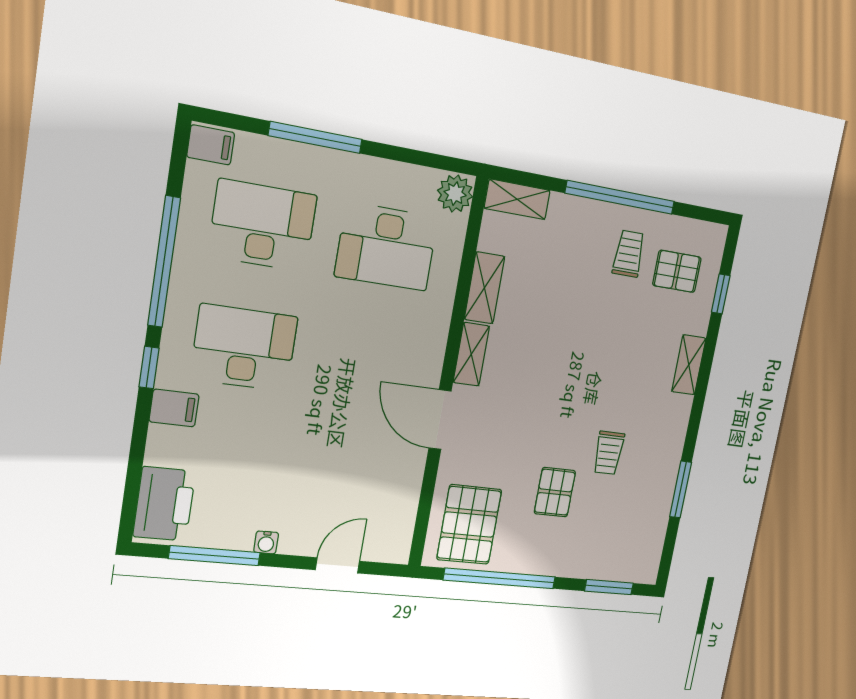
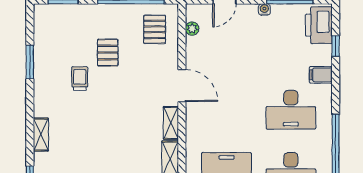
window: (149, 368) -> (336, 46), moved
plant: (404, 520) -> (192, 29), added
pallet: (469, 525) -> (155, 29), width x0.67, depth x0.71

